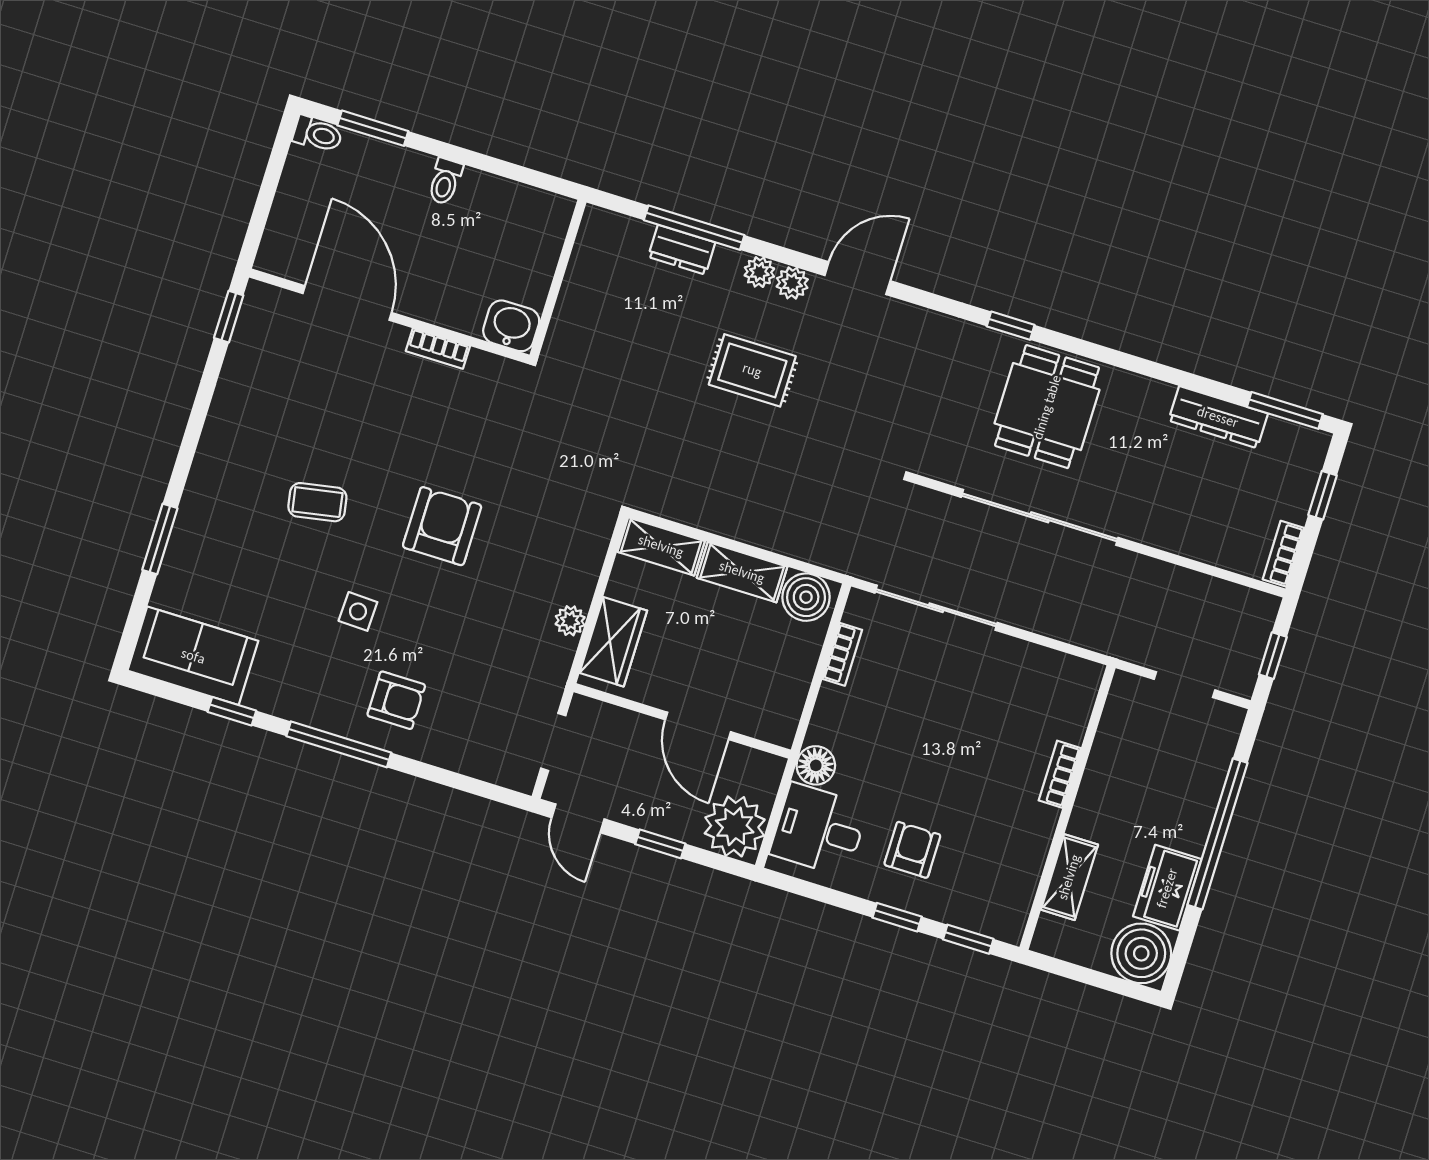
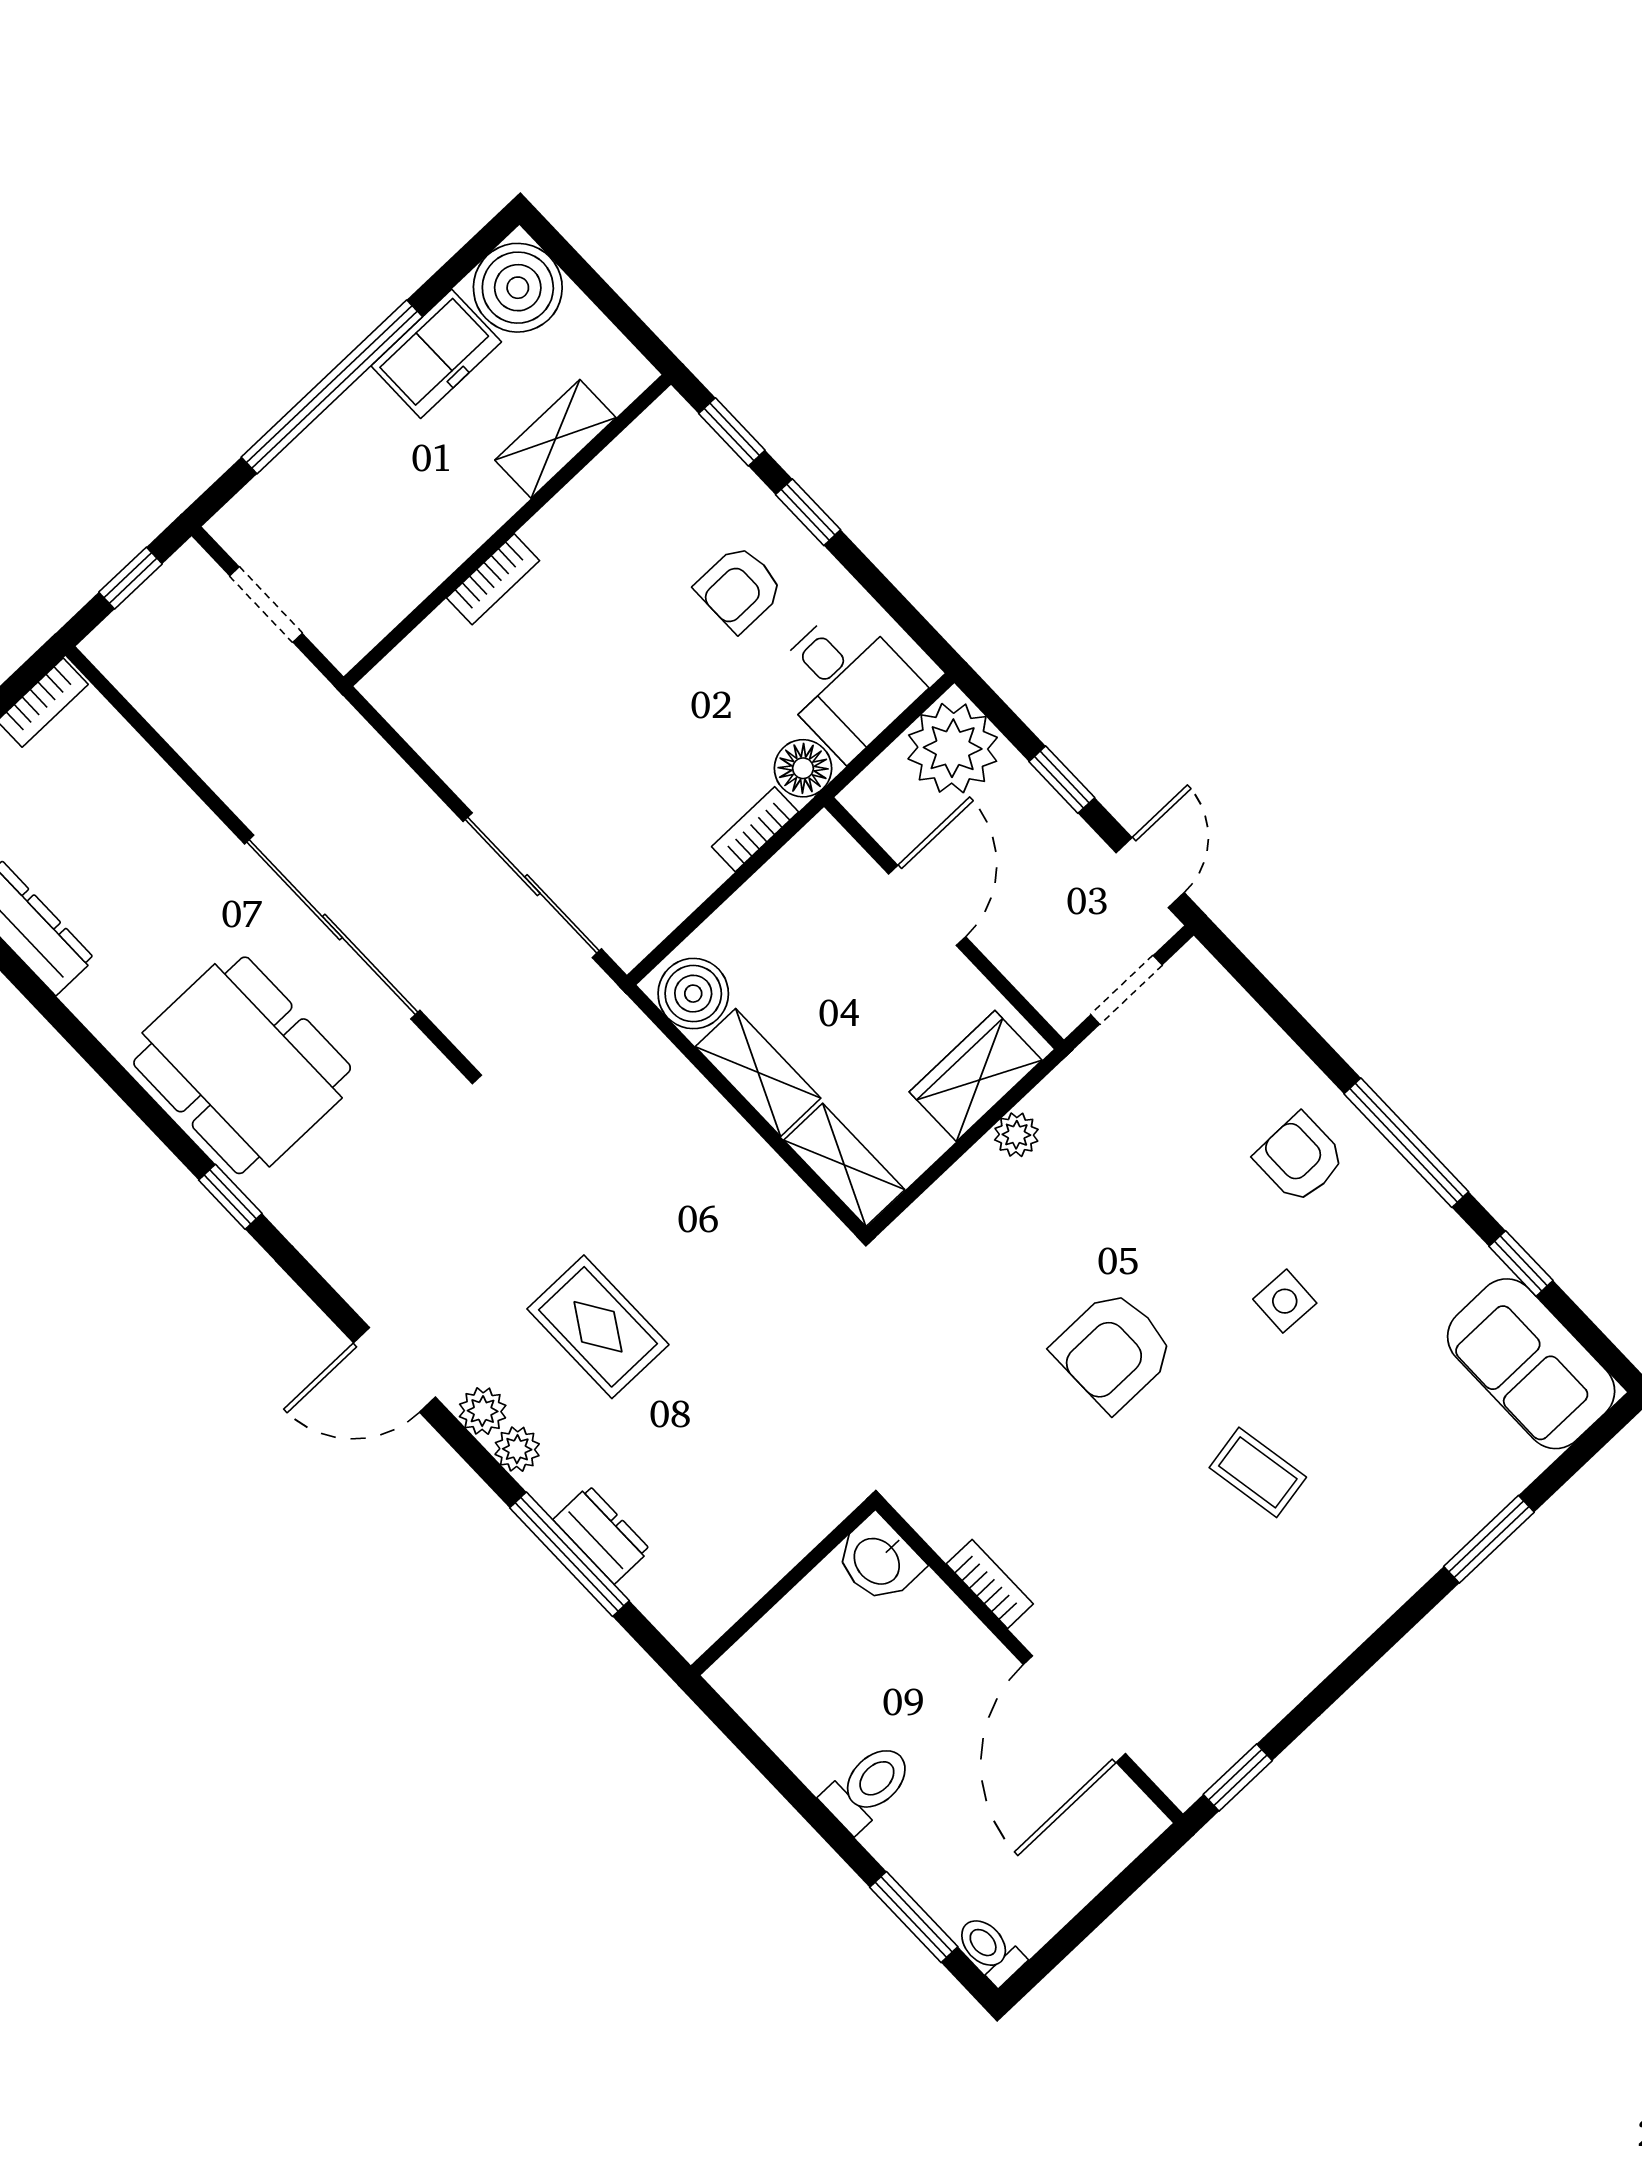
toilet: (445, 181) -> (868, 1787), width x1.37, depth x1.39
dining table: (1047, 407) -> (242, 1065), width x1.38
bookcase: (842, 654) -> (755, 829), moved

